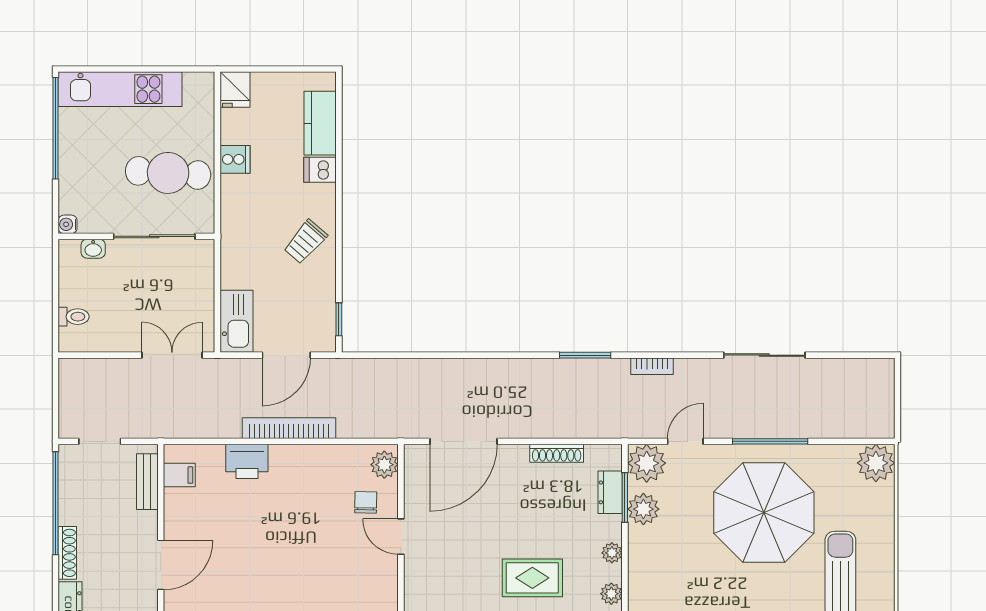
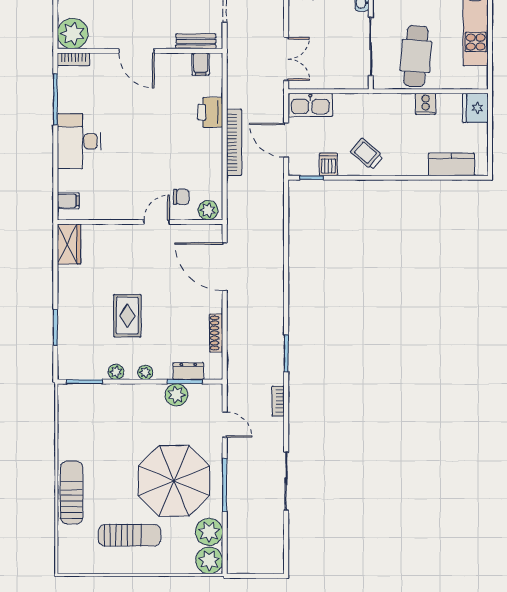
fridge: (235, 89) -> (475, 108), width x1.38
dishwasher: (320, 170) -> (328, 164), moved
plant: (647, 463) -> (209, 532), moved

